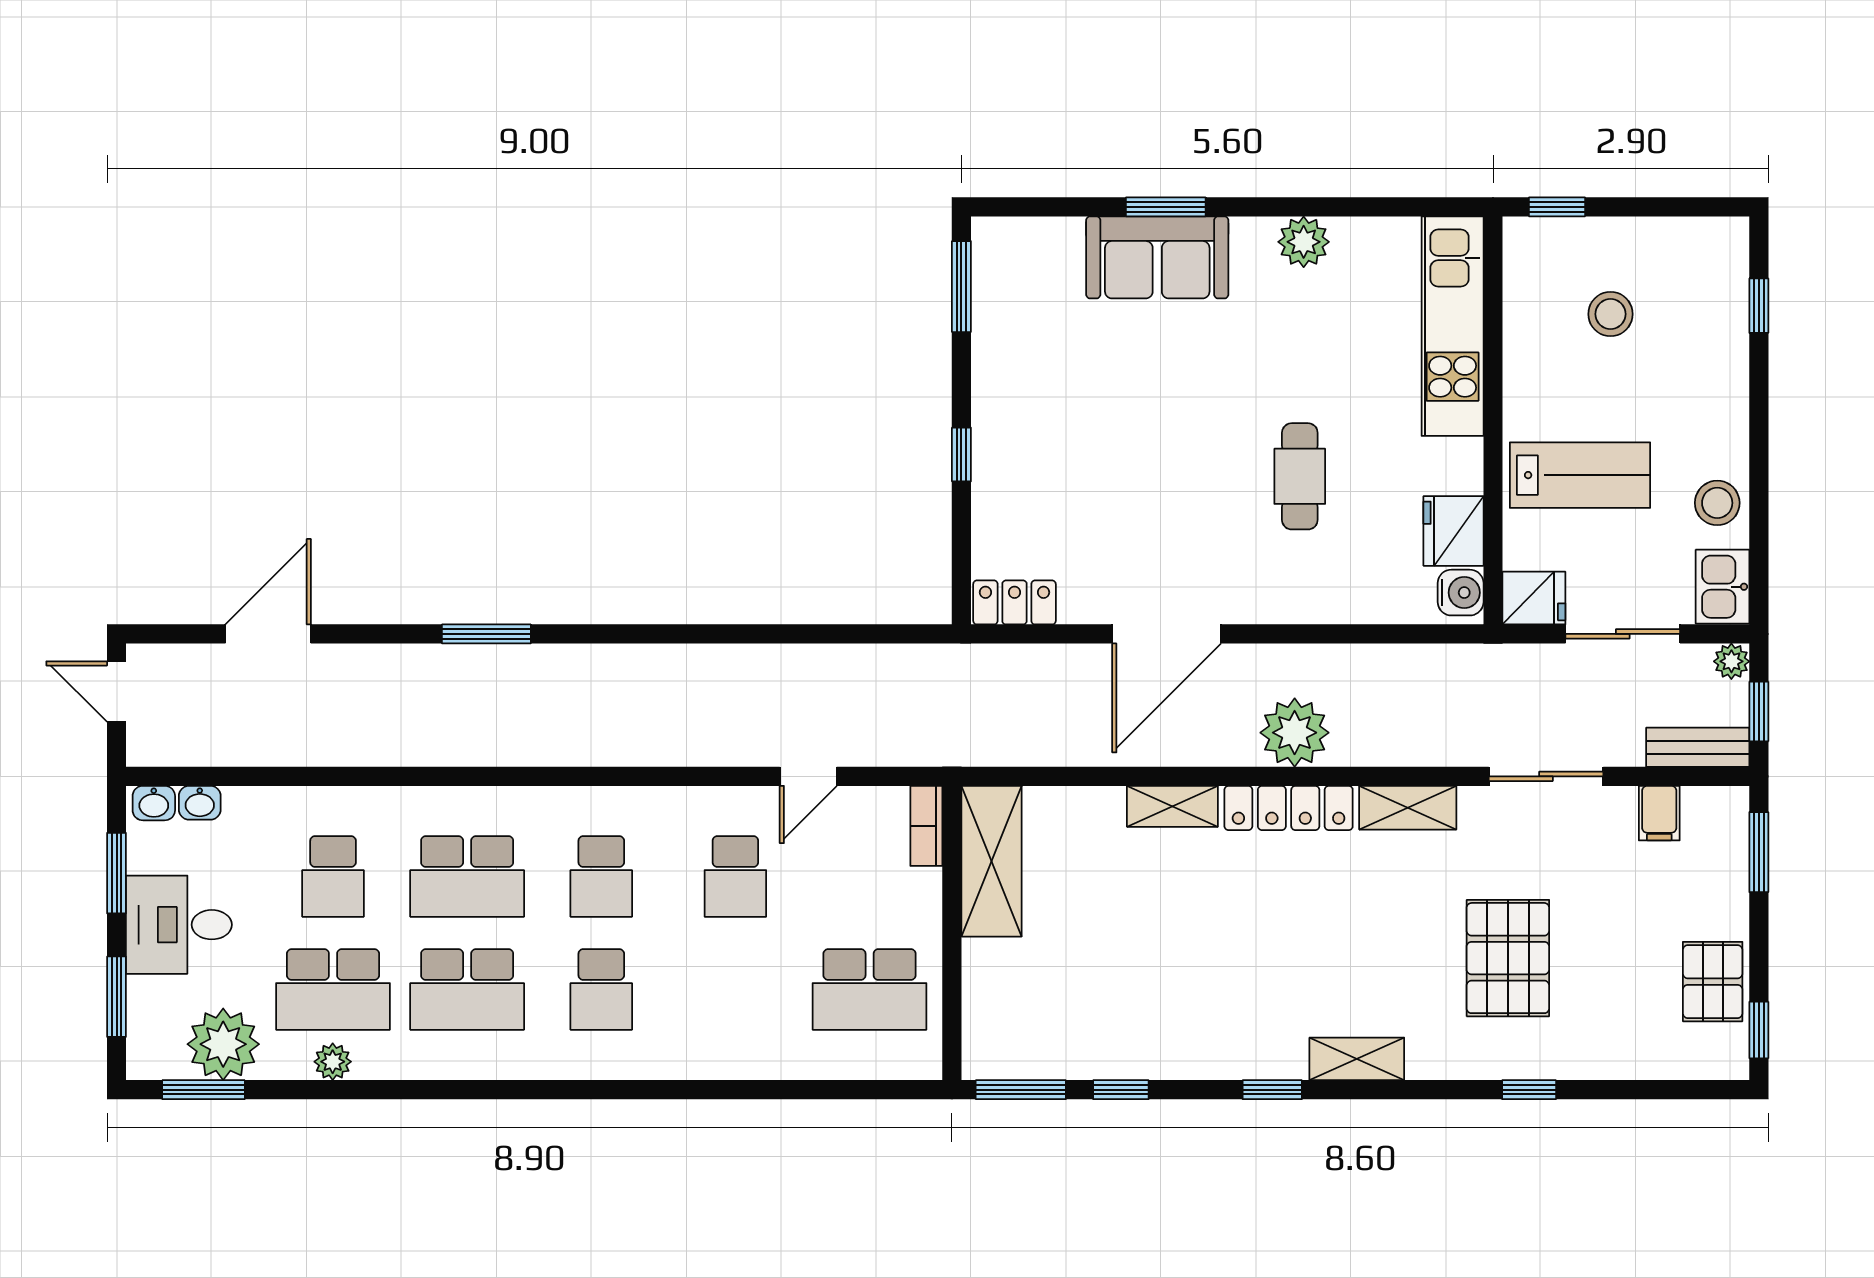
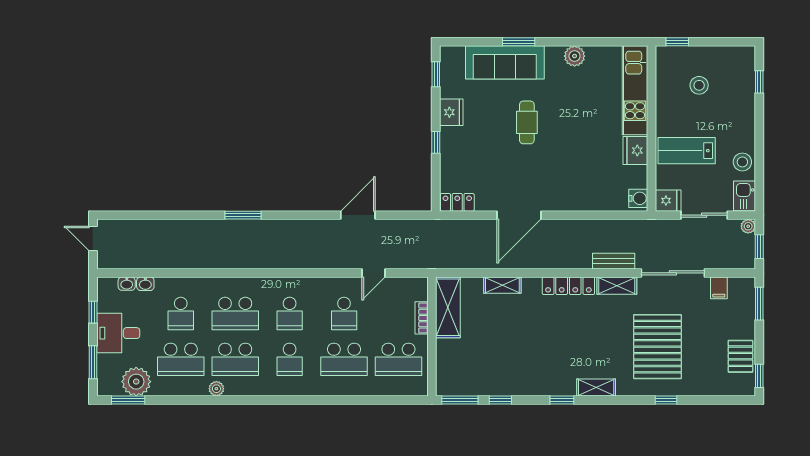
sofa: (1157, 257) -> (505, 62), width x1.36
window: (961, 287) -> (436, 74), width x0.67
fridge: (999, 380) -> (451, 112), added
lab bench: (1580, 475) -> (687, 151), turned 180
cafe table: (1300, 476) -> (527, 122), moved
fridge: (1453, 531) -> (635, 150), moved
door: (268, 634) -> (358, 215), moved
plant: (1295, 733) -> (571, 255), removed
bench: (1698, 747) -> (614, 261), moved
sliding door: (1546, 776) -> (673, 273), width x1.37
washbasin: (154, 803) -> (145, 284), moved
shelving: (1172, 806) -> (502, 285), moved
bookcase: (926, 826) -> (422, 318), moved
window: (117, 873) -> (93, 312), width x0.67
pallet: (1508, 958) -> (657, 347), width x1.37, depth x1.41
school desk: (735, 990) -> (344, 359), added
plant: (333, 1062) -> (216, 389), moved

